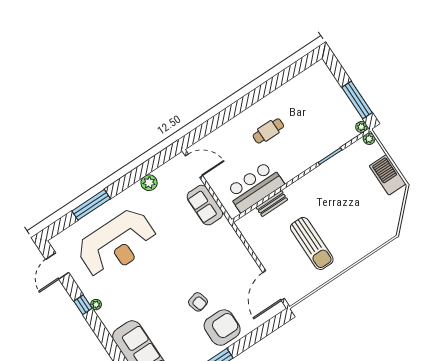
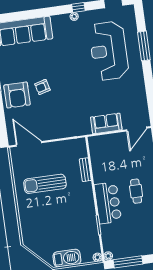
plant: (149, 183) -> (140, 93), removed
bar counter: (255, 187) -> (108, 203), moved

